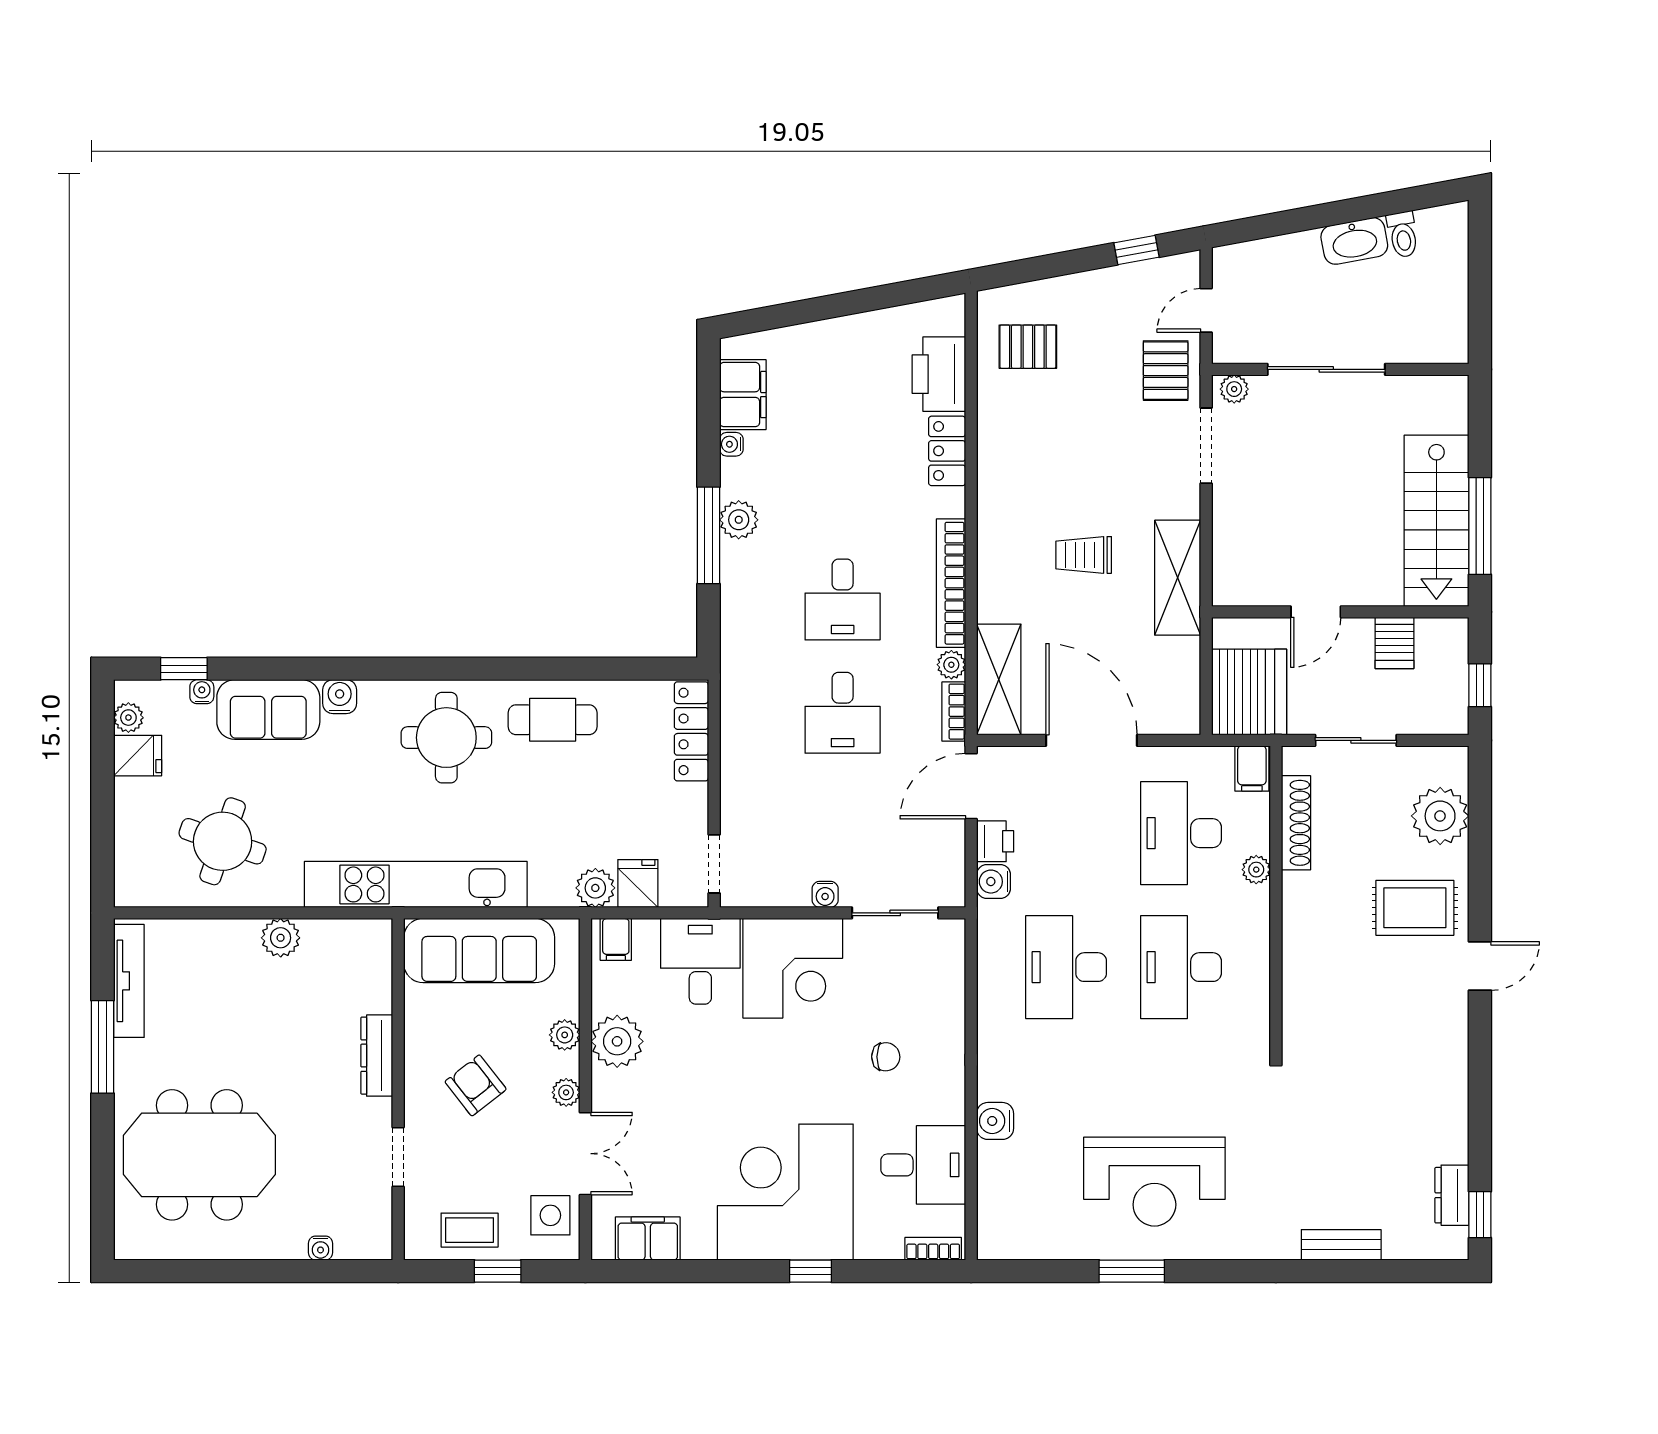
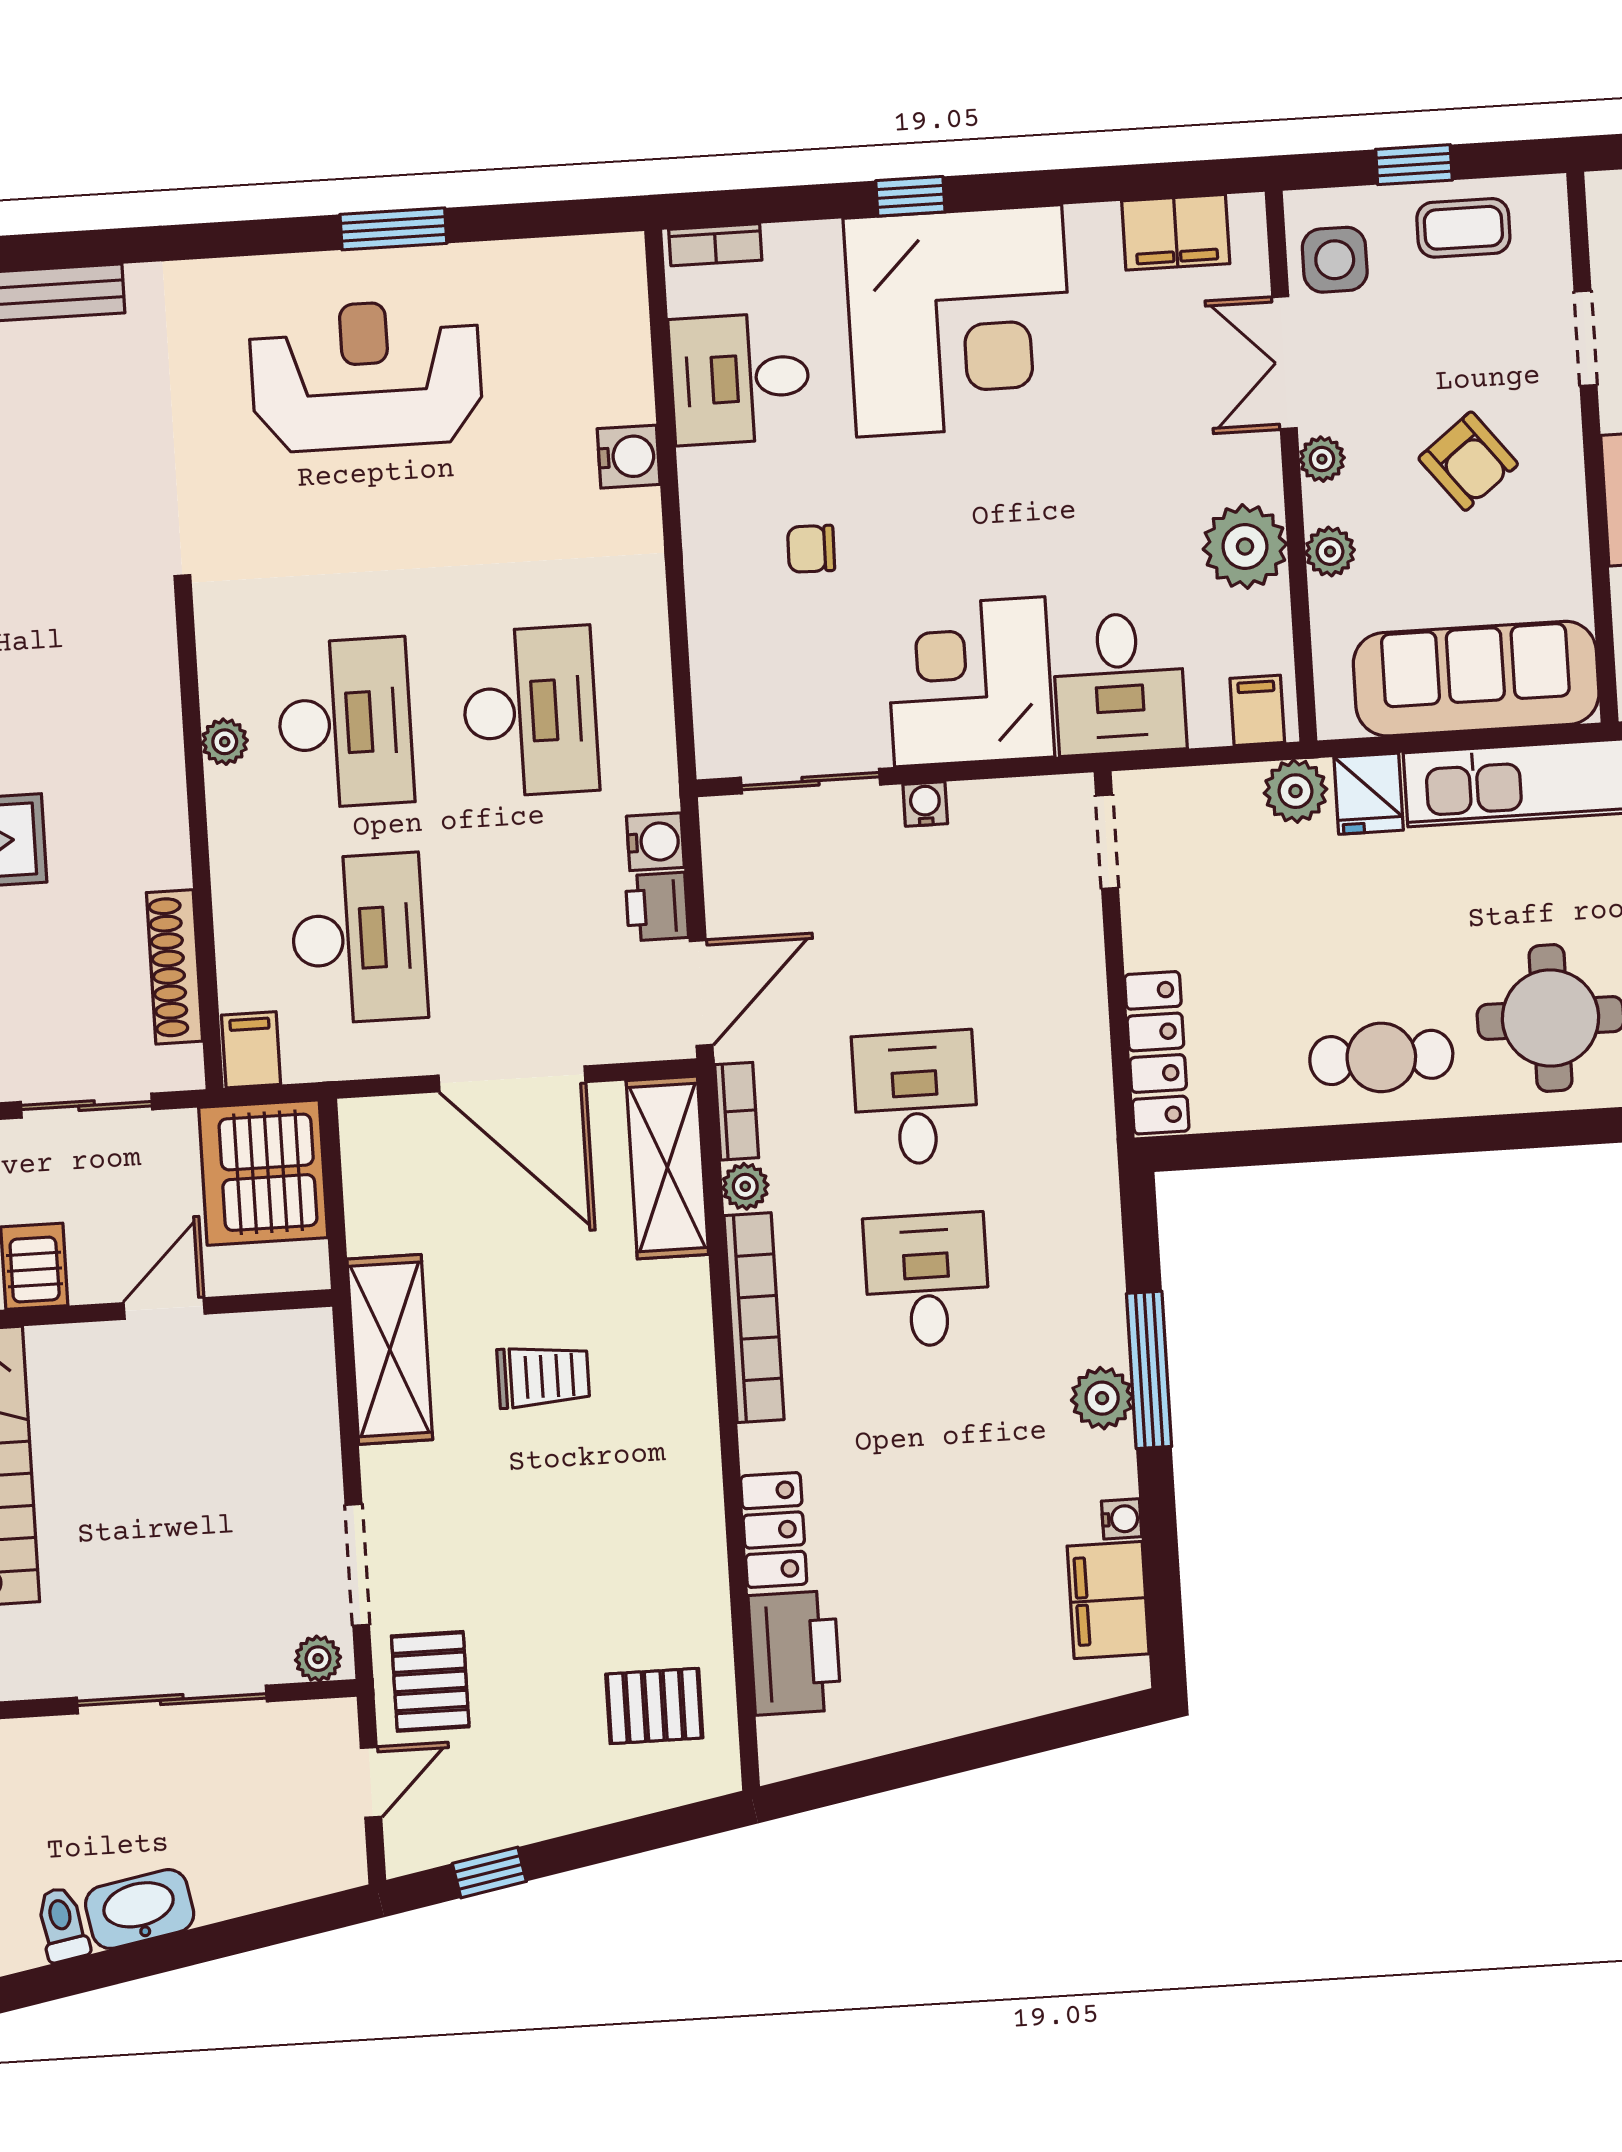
plant: (1256, 870) -> (225, 742), moved
fridge: (638, 883) -> (1369, 794), moved

